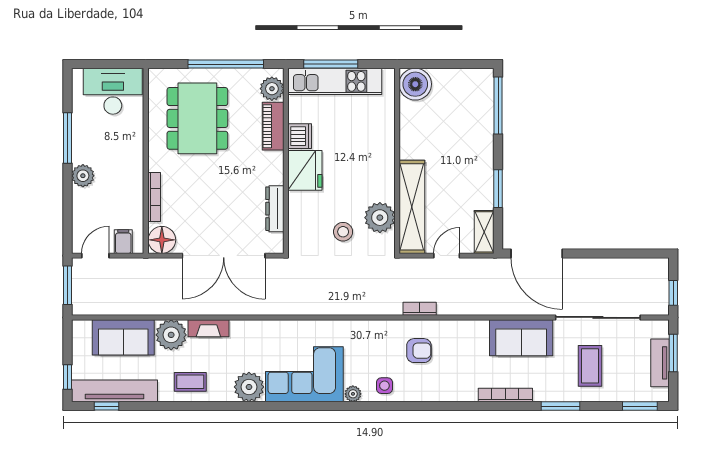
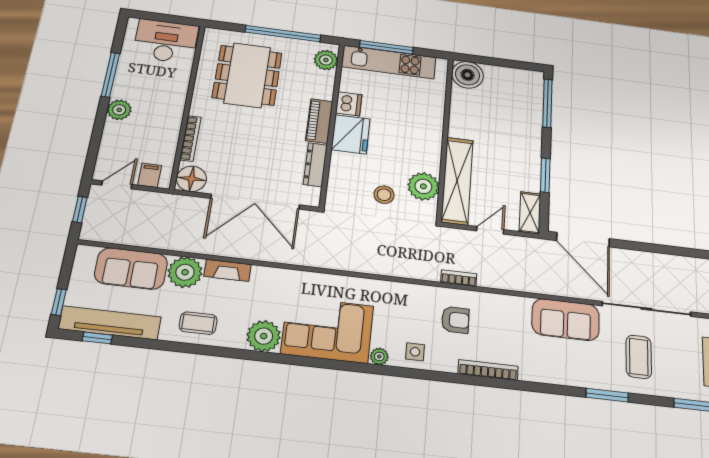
piano: (273, 126) -> (319, 121), moved
window: (67, 285) -> (80, 209), width x0.67
bookcase: (505, 395) -> (488, 370), moved

